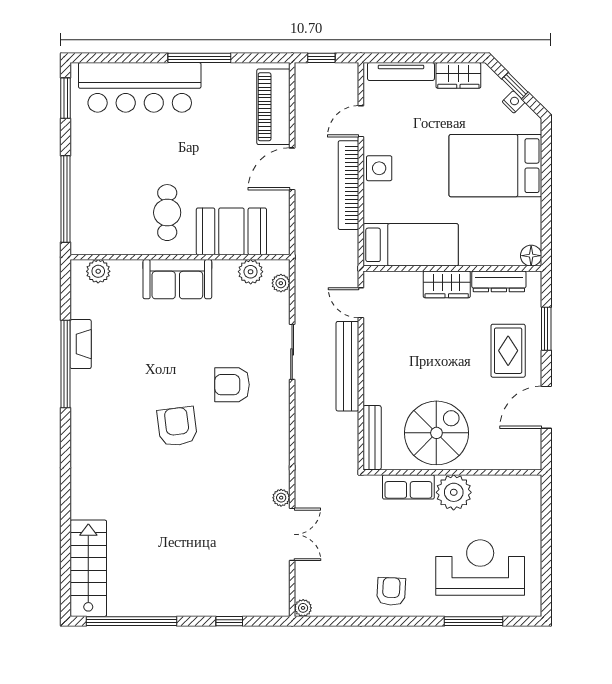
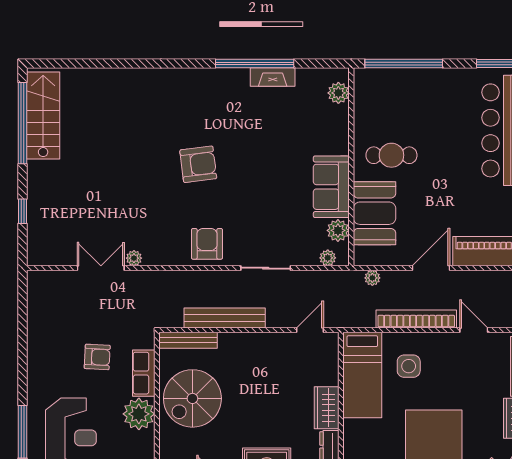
side table: (379, 168) -> (409, 366), moved
door: (292, 169) -> (431, 268), hinge flipped
sofa: (177, 279) -> (331, 187), moved
bench: (347, 366) -> (225, 318), moved
armchair: (232, 385) -> (207, 244), moved
spiral stairs: (436, 433) -> (192, 398), turned 90
double door: (292, 534) -> (101, 268), swing flipped
stairs: (88, 568) -> (43, 115), moved, turned -90
armchair: (391, 591) -> (97, 357), moved
plant: (303, 608) -> (372, 278), moved

